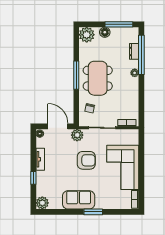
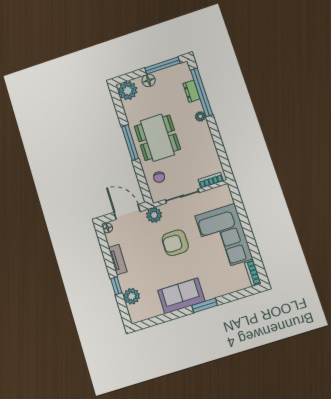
armchair: (86, 160) -> (175, 243), turned 180
plant: (42, 203) -> (132, 296), moved

